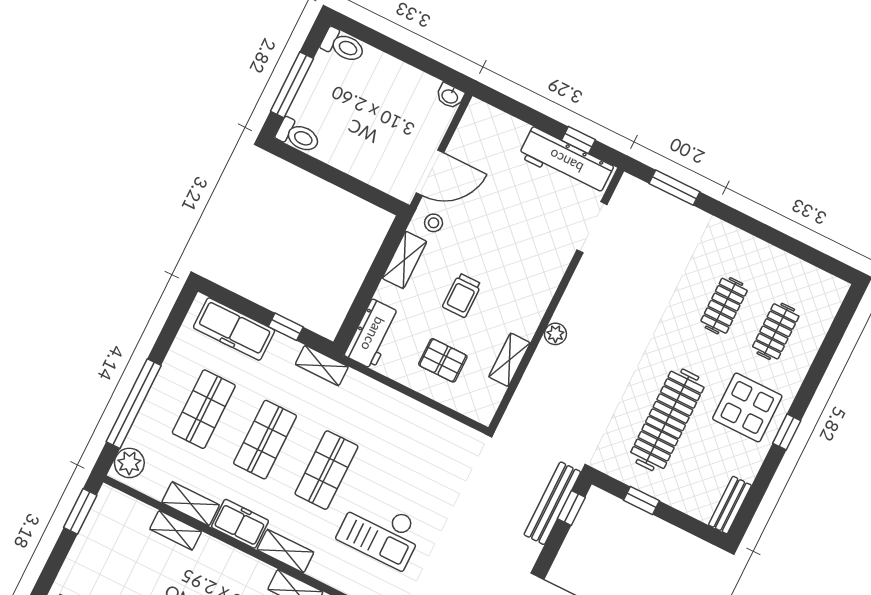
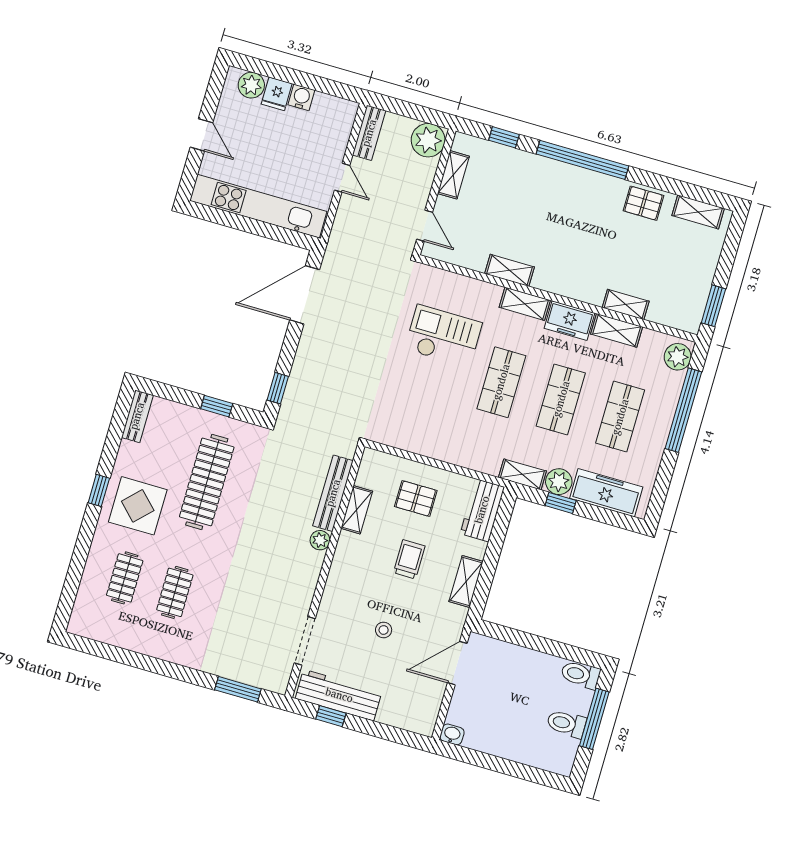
toilet: (343, 46) -> (566, 724), moved
stool: (434, 223) -> (384, 630), moved
plant: (284, 350) -> (559, 482), added
bench: (552, 503) -> (333, 493), moved

